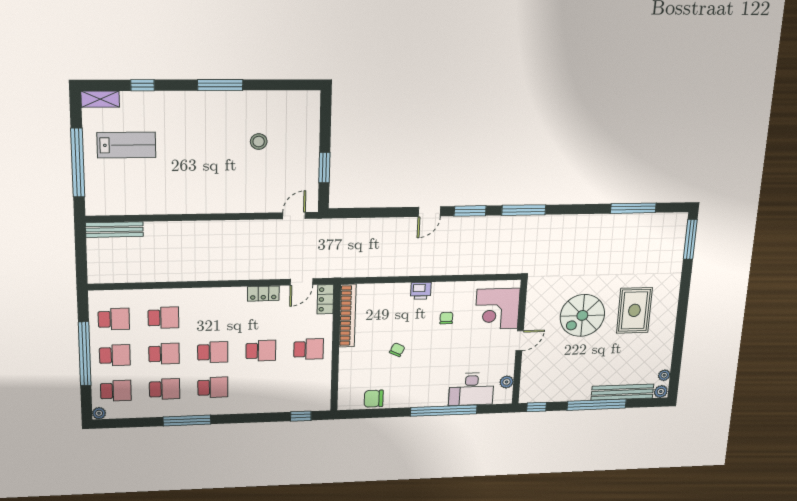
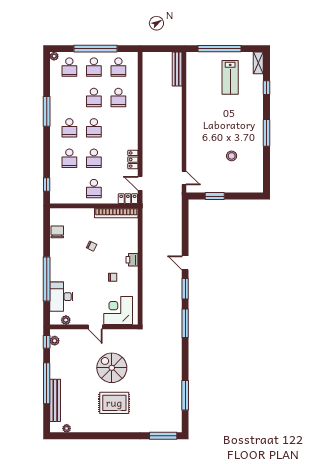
school desk: (165, 389) -> (69, 158), moved
plant: (661, 392) -> (55, 341), moved

